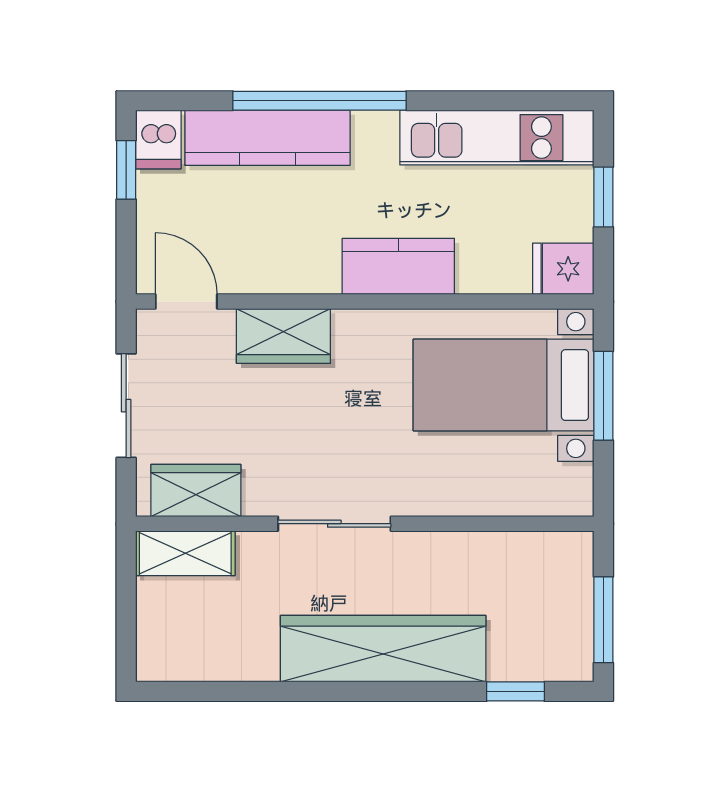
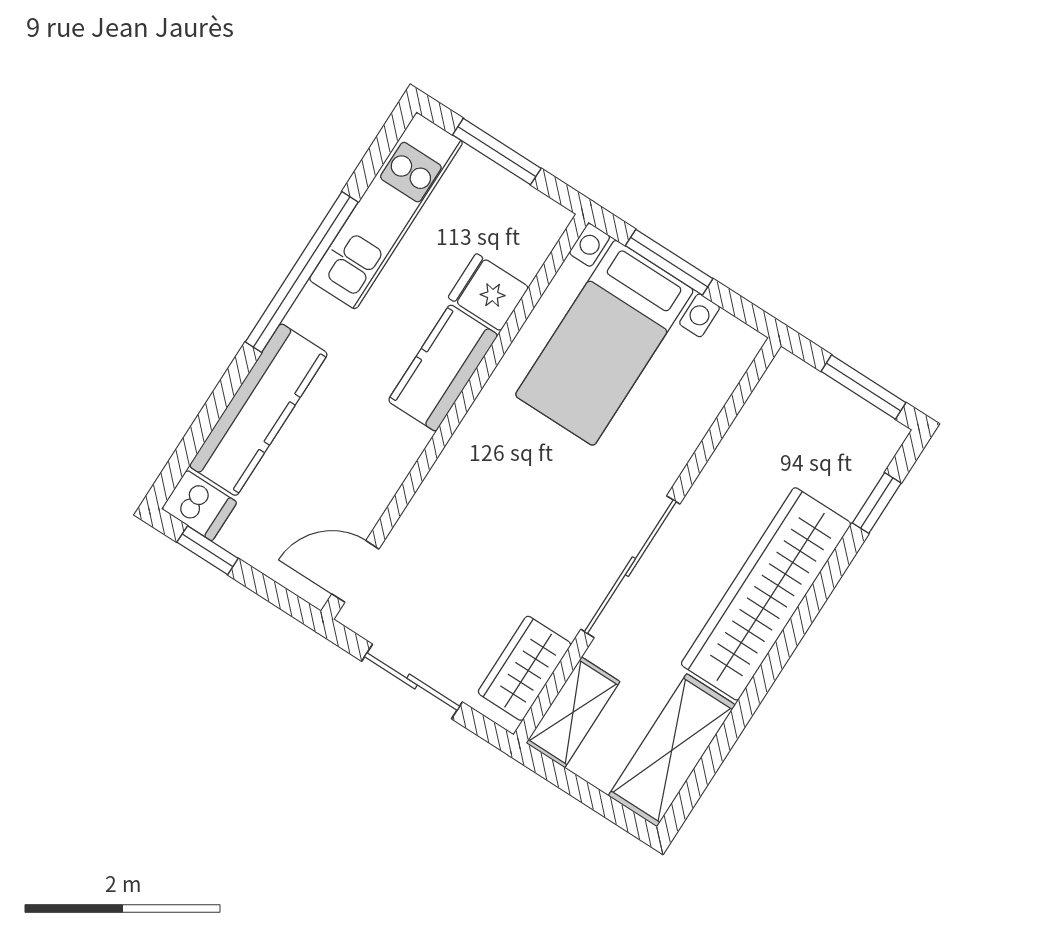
window: (319, 101) -> (302, 272), moved
window: (603, 197) -> (497, 152), width x1.50
fridge: (563, 269) -> (488, 292), moved, turned 90
wardrobe: (283, 336) -> (439, 506), removed
sliding door: (334, 524) -> (630, 567), width x1.37
shelving: (206, 654) -> (672, 750), added

